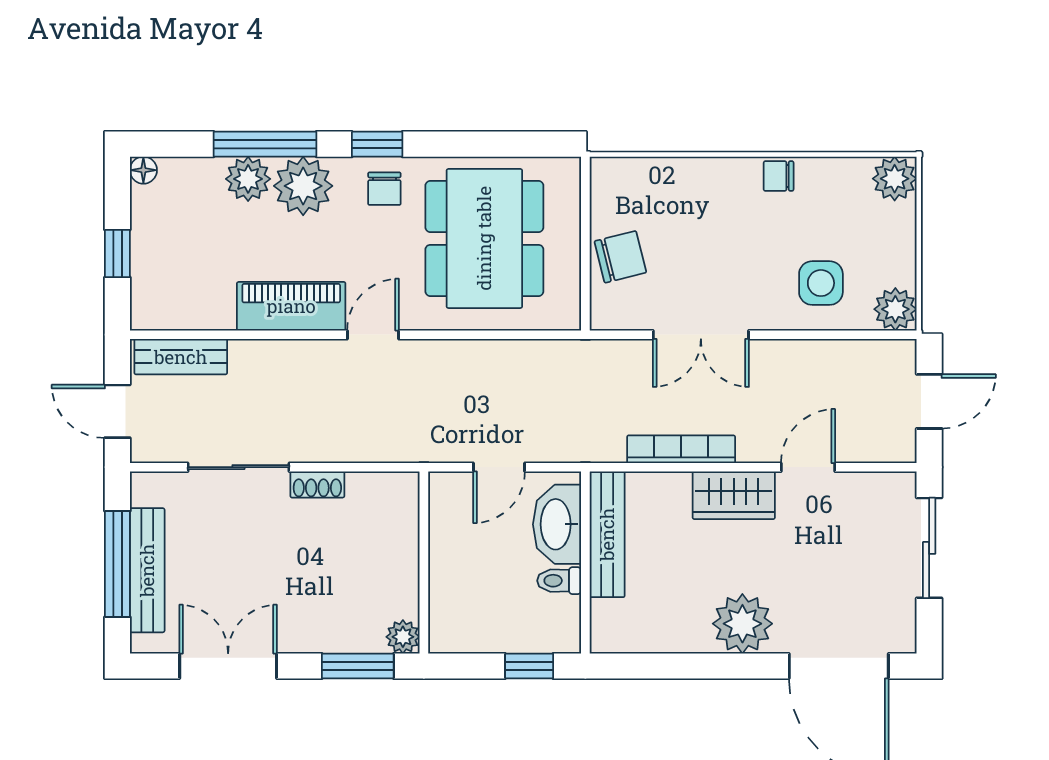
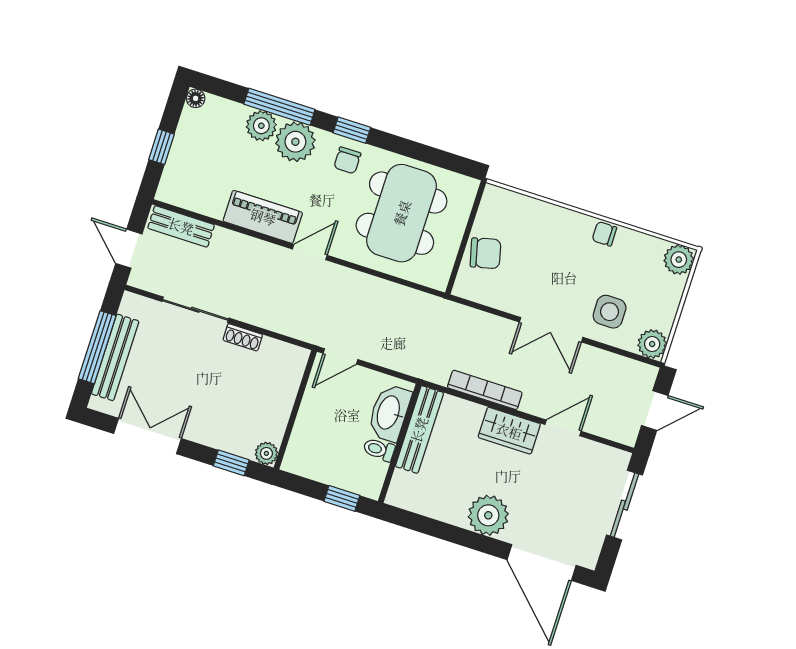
double door: (701, 335) -> (551, 330), moved
door: (499, 467) -> (340, 356), moved
window: (358, 666) -> (231, 463), width x0.67

